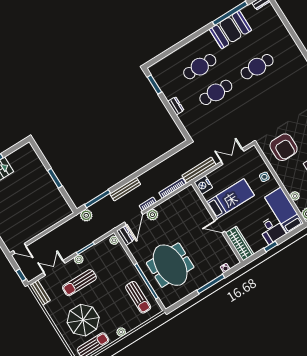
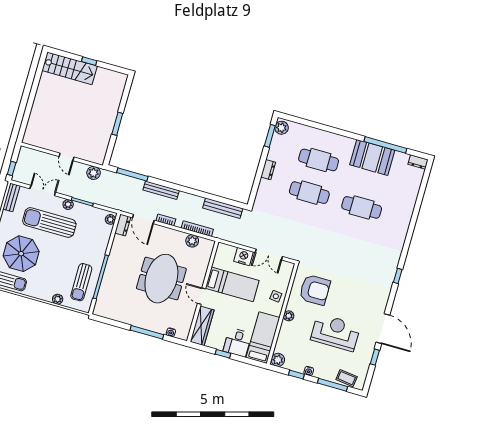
plant: (156, 72) -> (282, 128), added
armchair: (284, 147) -> (315, 290), turned -90
double door: (232, 156) -> (269, 255), swing flipped
bench: (199, 170) -> (223, 208), moved
nightstand: (203, 185) -> (243, 257), moved, turned 90
plant: (295, 196) -> (289, 316), moved
plant: (86, 215) -> (94, 173), moved
plant: (152, 215) -> (192, 241), moved
door: (134, 218) -> (143, 219), hinge flipped
door: (20, 248) -> (67, 157), moved
meeting table: (170, 265) -> (161, 279), moved
sun lounger: (79, 283) -> (49, 223), width x1.36, depth x1.34
plant: (121, 332) -> (58, 299), moved

